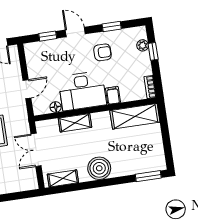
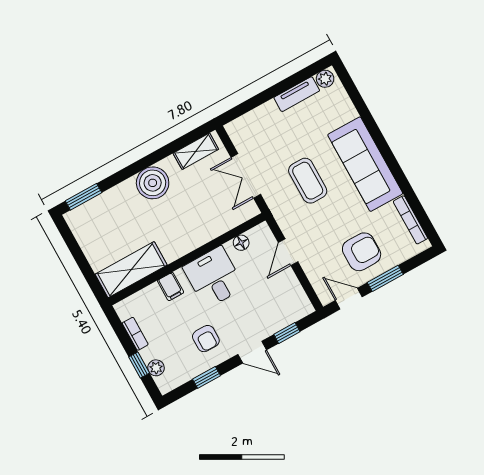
armchair: (102, 52) -> (206, 339), turned -90
bookcase: (150, 87) -> (135, 334), moved
desk: (82, 91) -> (214, 277), width x0.73
shelving: (75, 123) -> (208, 231), removed
double door: (36, 150) -> (246, 176), swing flipped

